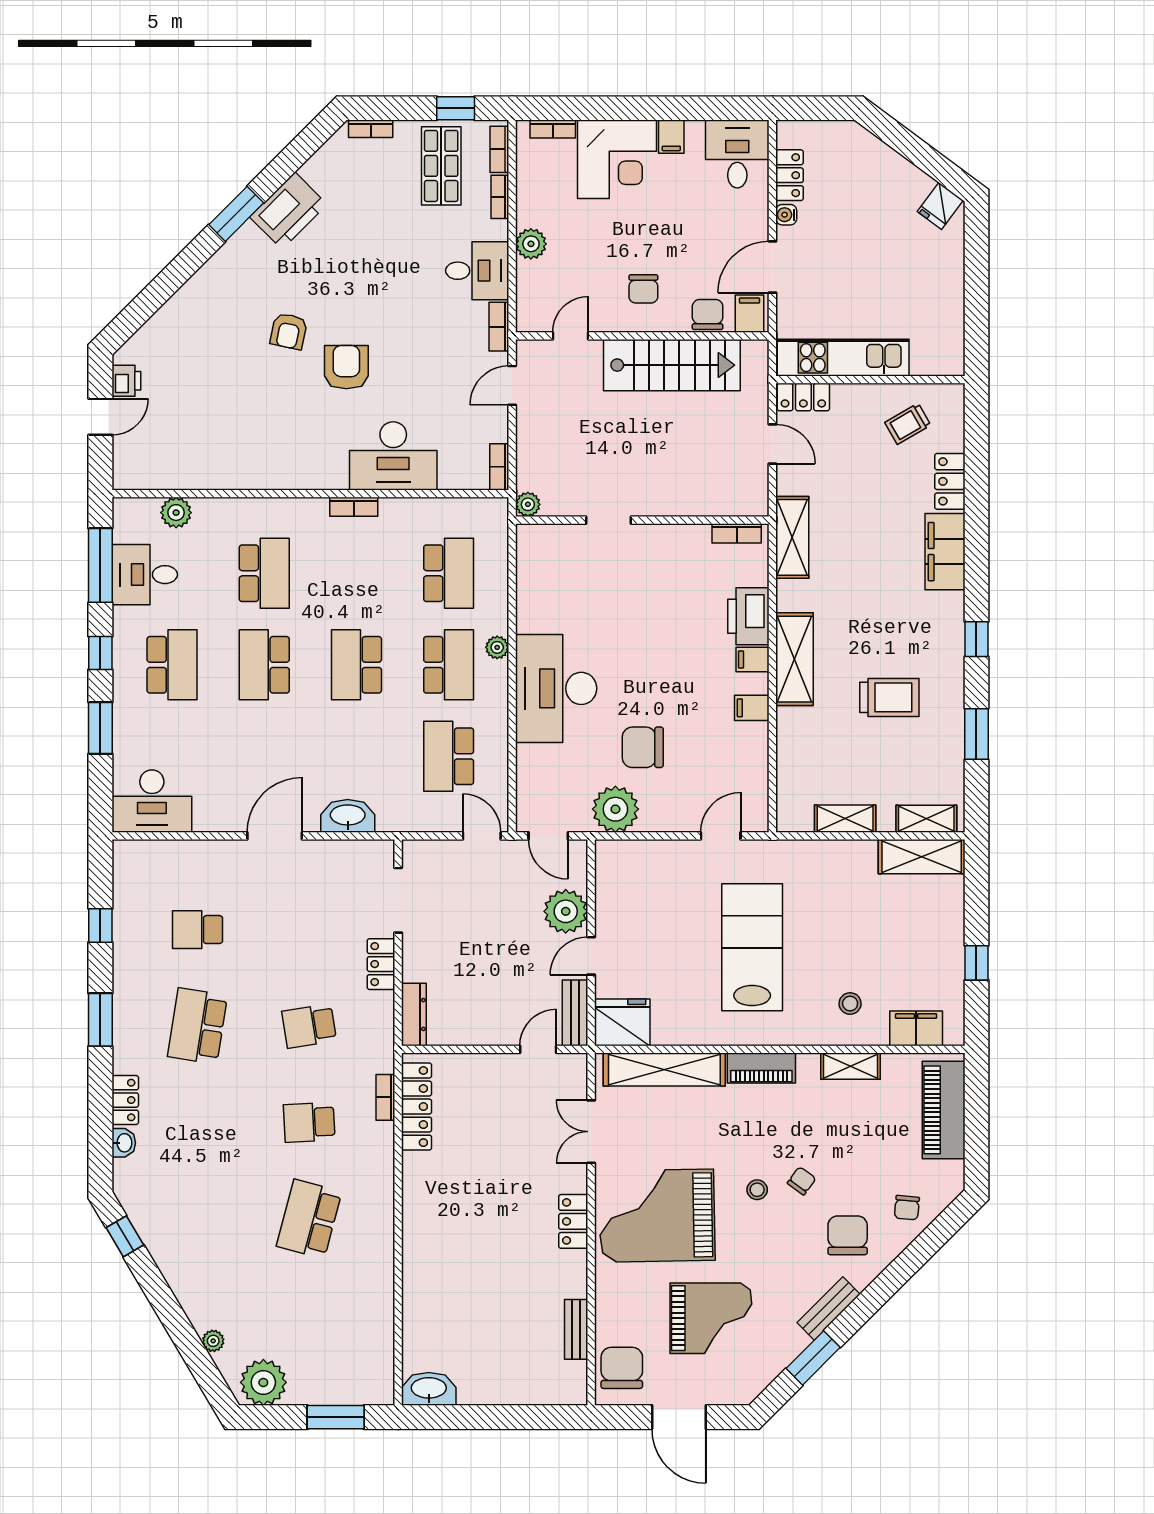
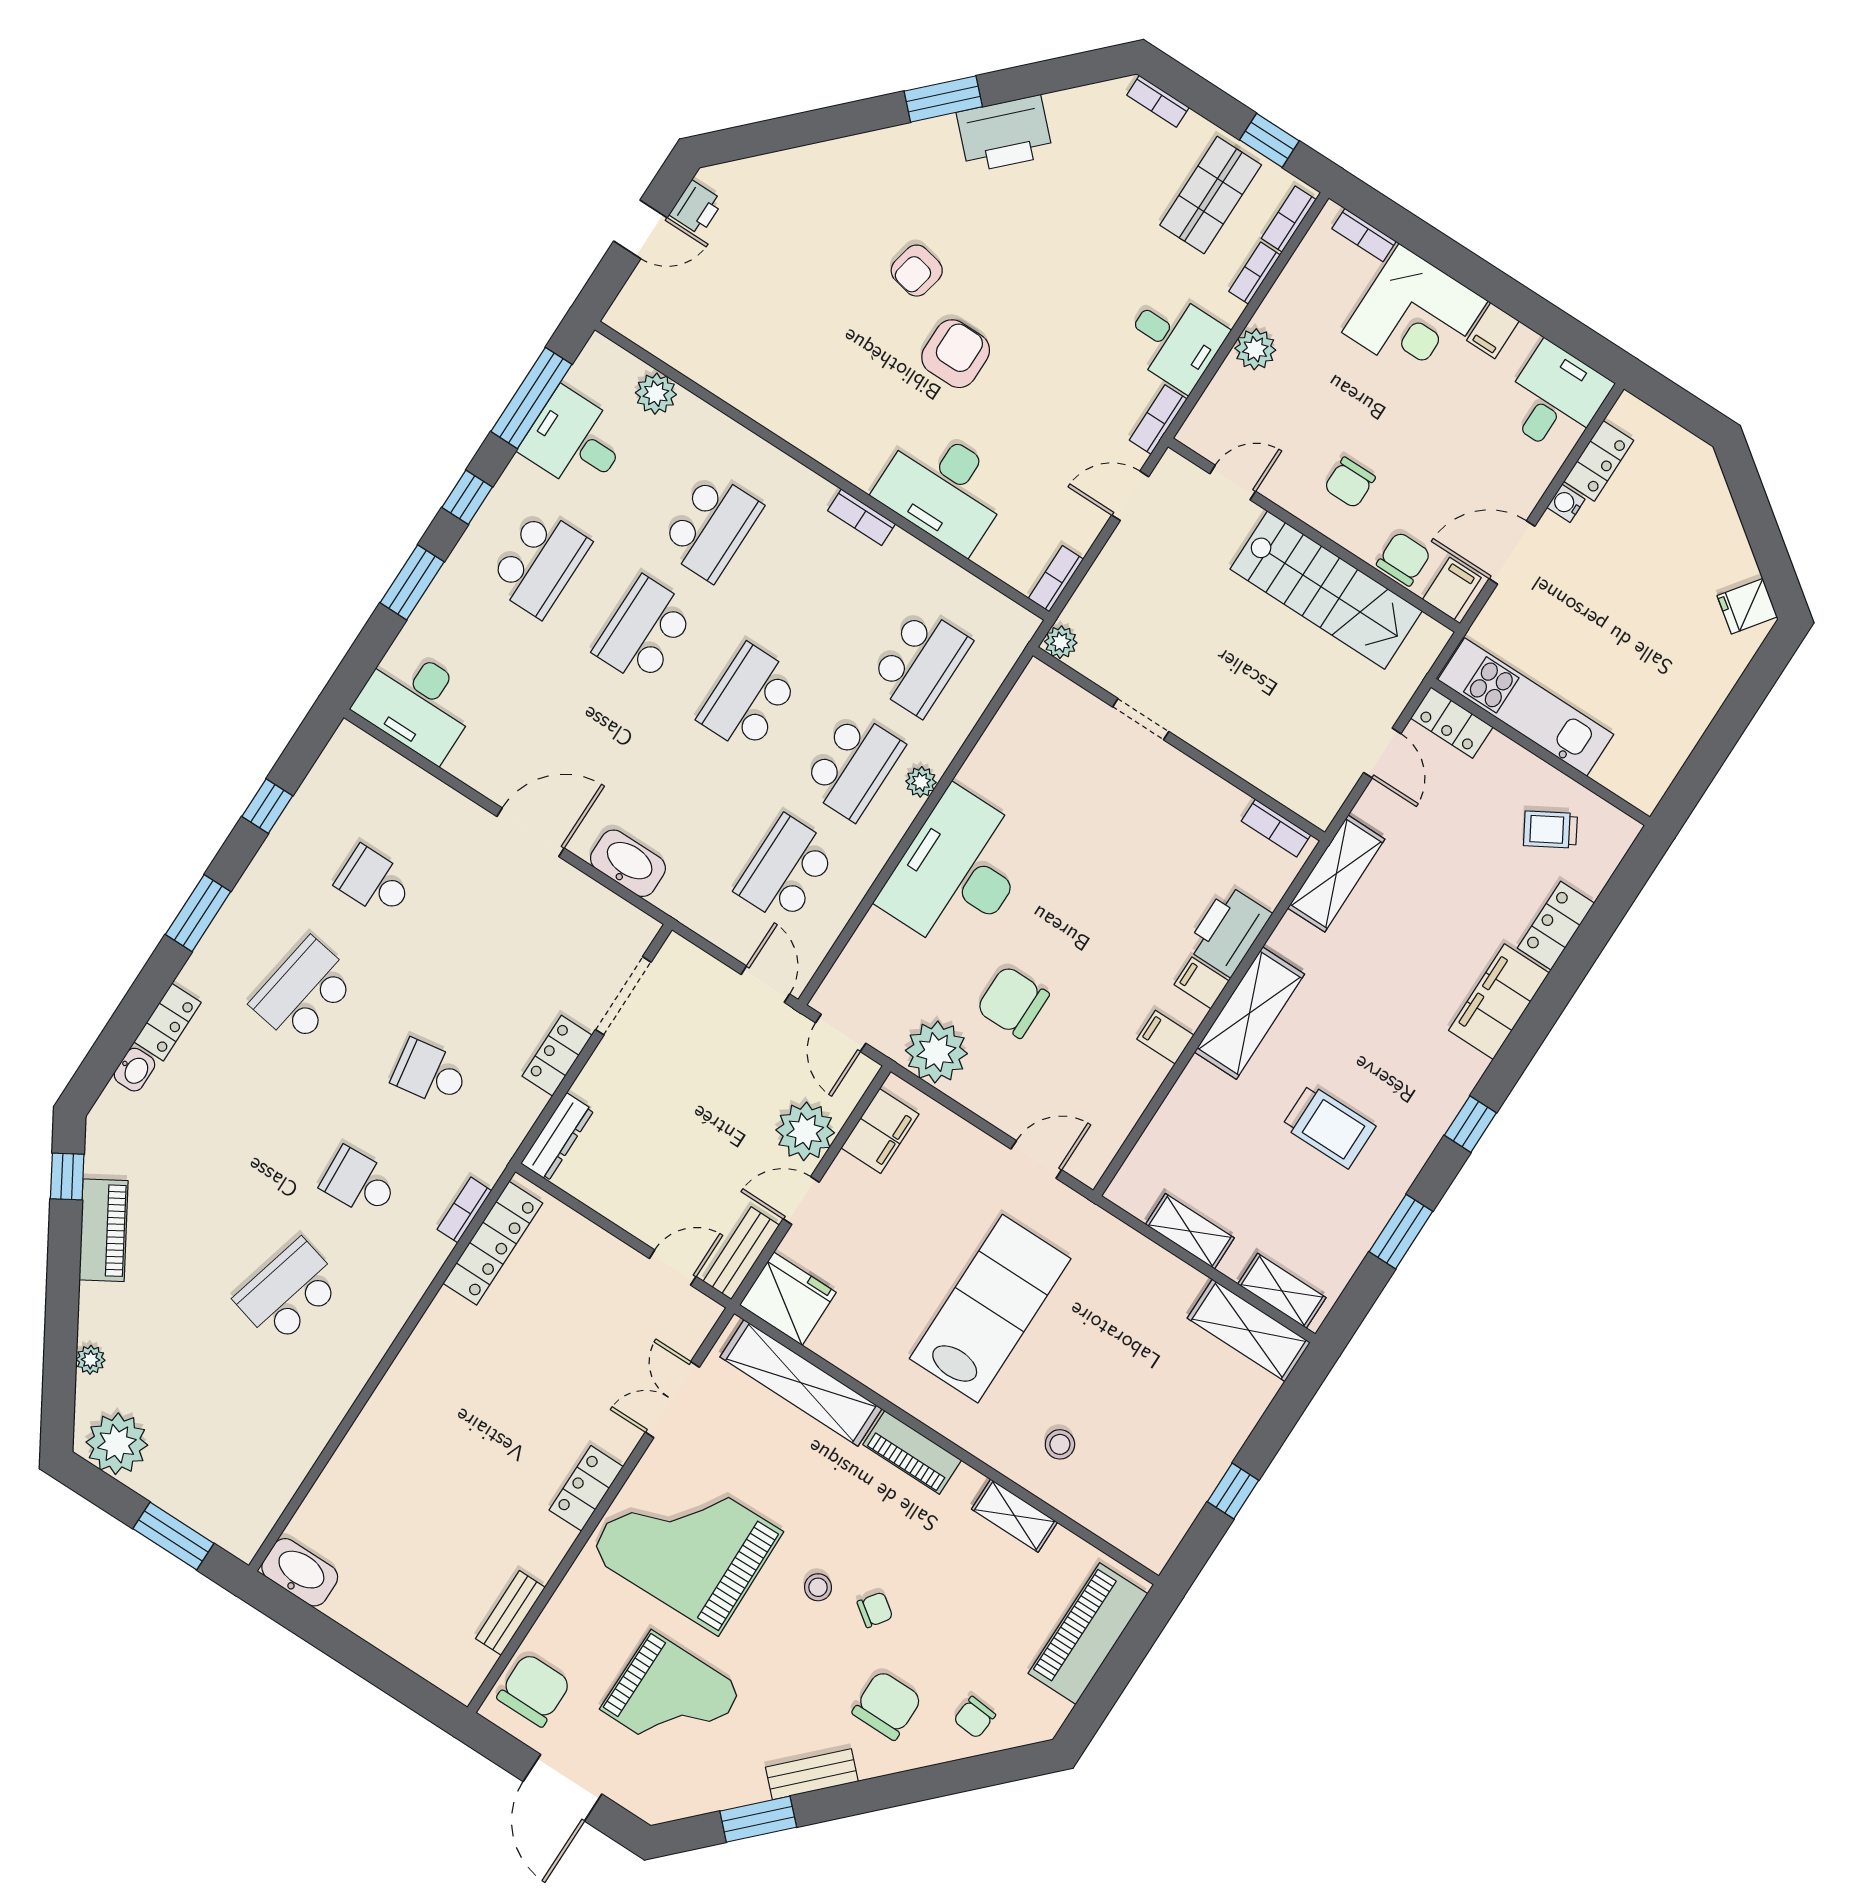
filing cabinet: (916, 1028) -> (880, 1131), moved, turned 90
piano: (169, 1255) -> (103, 1230), added

